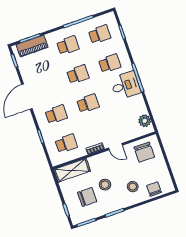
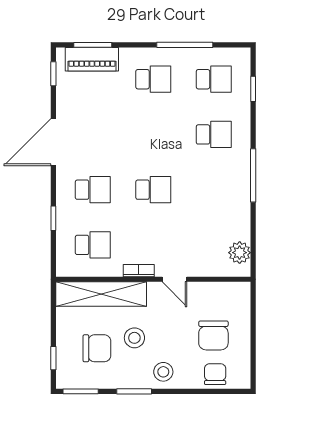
school desk: (78, 74) -> (153, 134), removed
desk: (125, 86) -> (228, 181), removed
chair: (144, 152) -> (213, 335), moved
shelving: (72, 170) -> (101, 294), width x1.47
stool: (133, 187) -> (163, 372), moved

